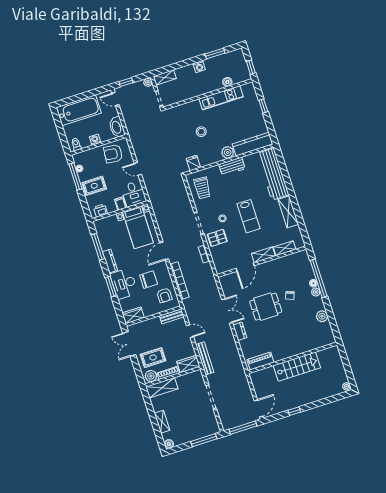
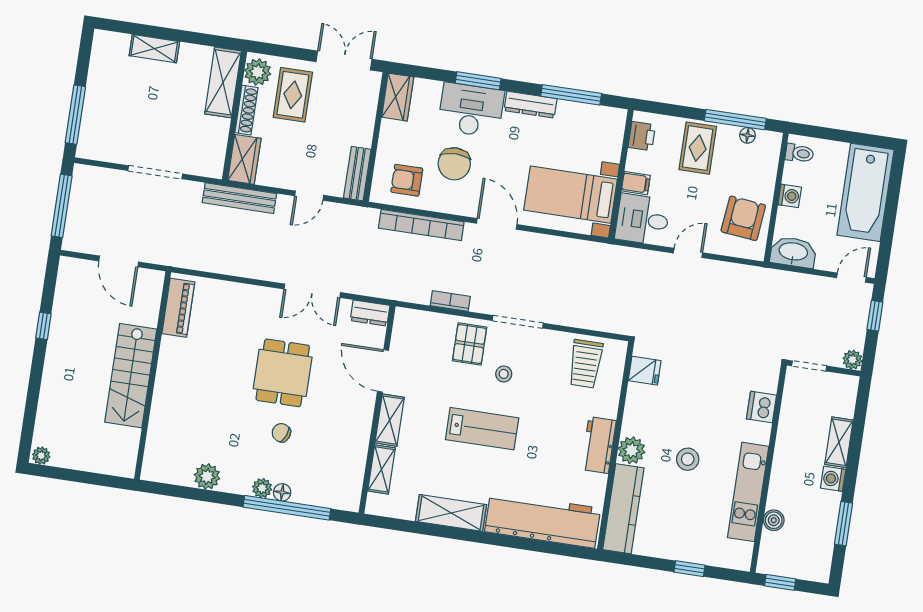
shelving: (165, 77) -> (839, 442), moved
dishwasher: (185, 109) -> (761, 407), added
stool: (201, 132) -> (688, 459), moved
trolley: (202, 188) -> (586, 364), turned -94
lab bench: (249, 216) -> (482, 429), turned 180
dresser: (240, 331) -> (370, 313), moved
door: (258, 408) -> (119, 261), moved
boiler: (169, 444) -> (103, 40), removed

